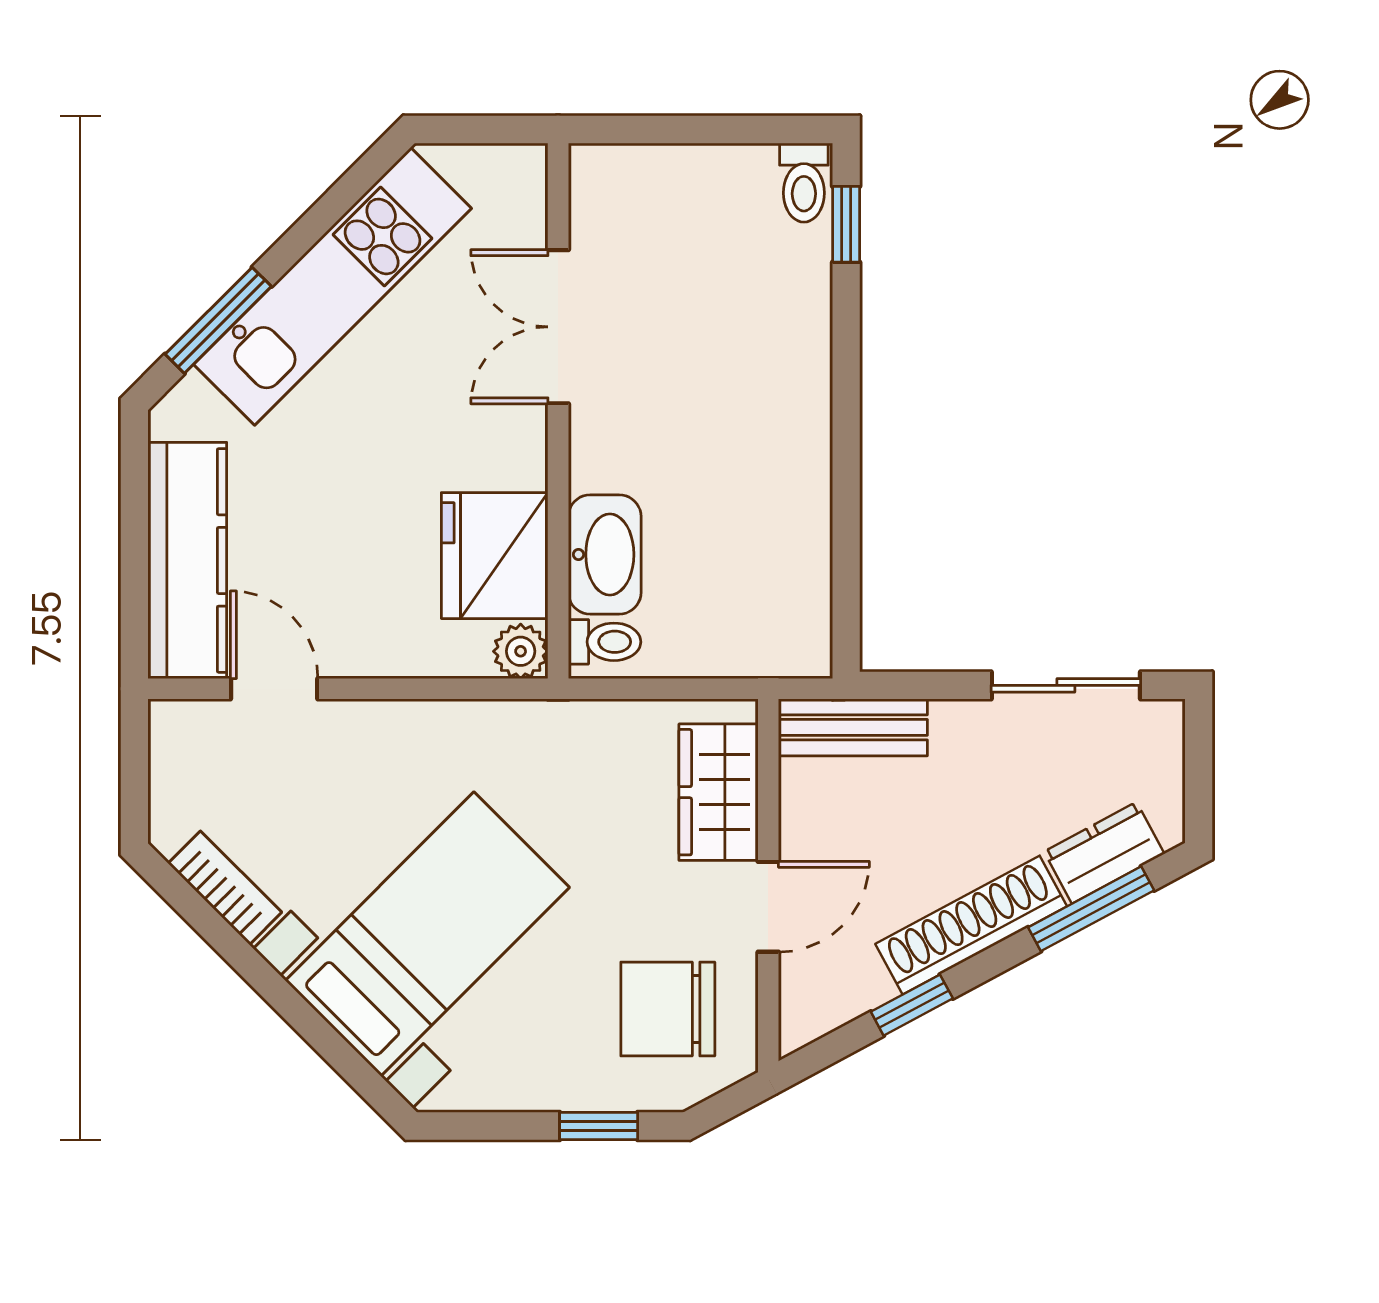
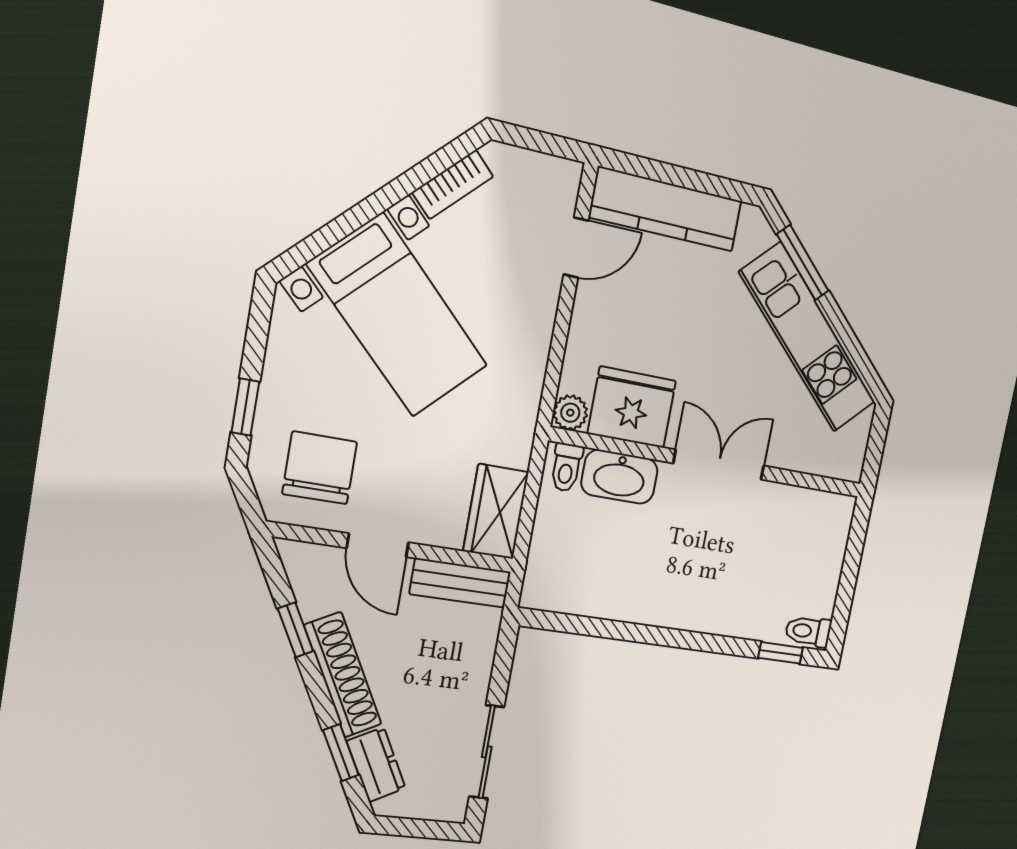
double door: (558, 327) -> (719, 465), moved
bench: (853, 727) -> (460, 583), moved, turned 90
wardrobe: (718, 792) -> (496, 512), moved, turned -90
window: (1091, 909) -> (341, 753), width x0.67

